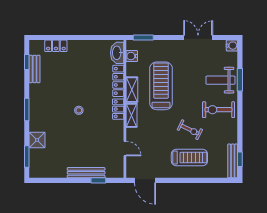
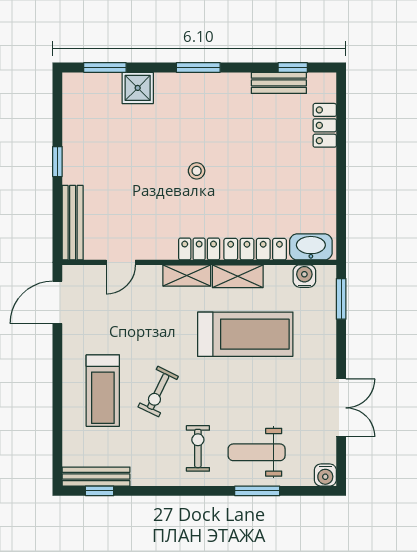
weight bench: (220, 80) -> (257, 452), turned -90
exercise bike: (219, 110) -> (198, 448), width x0.73, depth x0.72
bench: (86, 173) -> (73, 223), moved
window: (98, 180) -> (57, 162), moved

